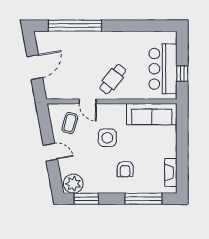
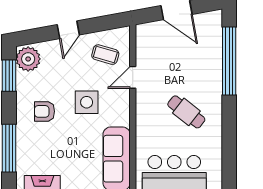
cafe table: (113, 79) -> (186, 112), moved
armchair: (125, 169) -> (45, 111), moved

